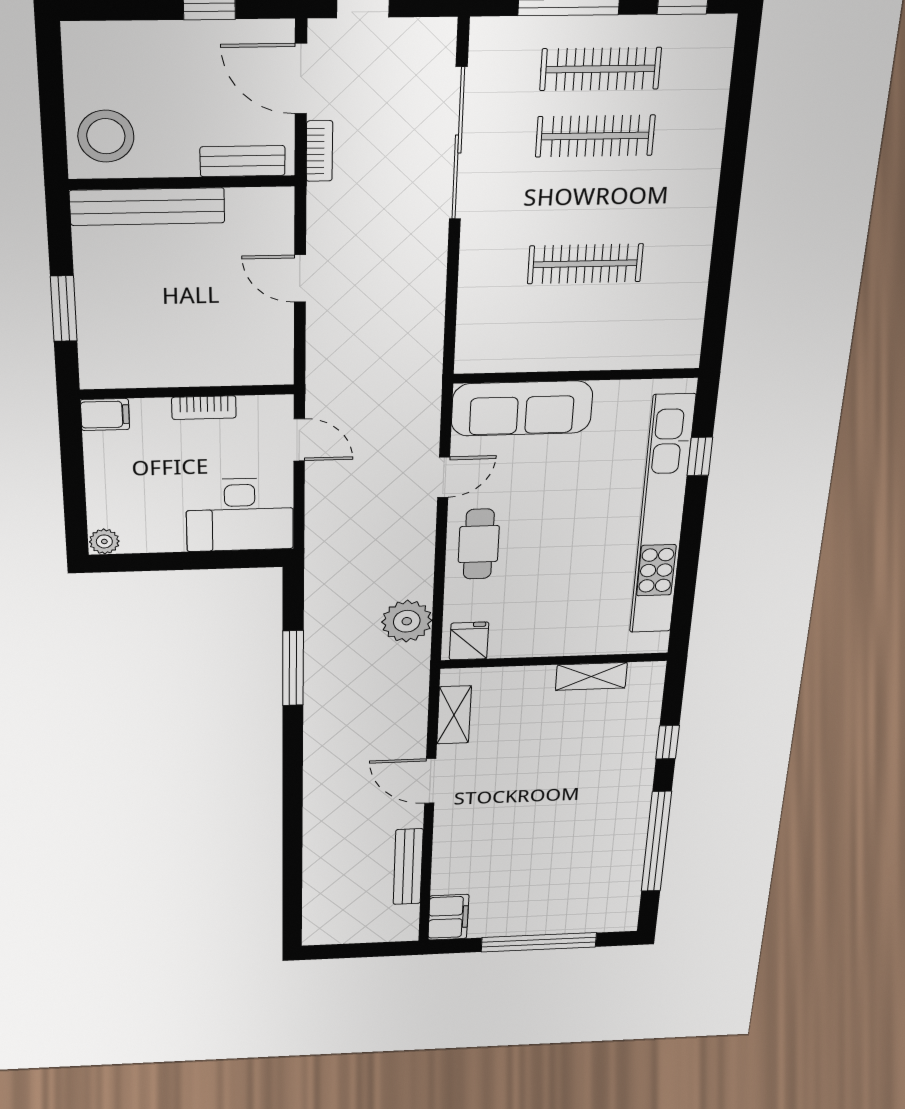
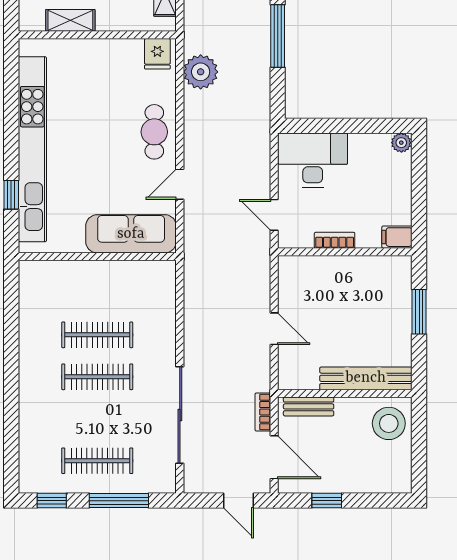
clothes rail: (595, 136) -> (97, 377), moved

